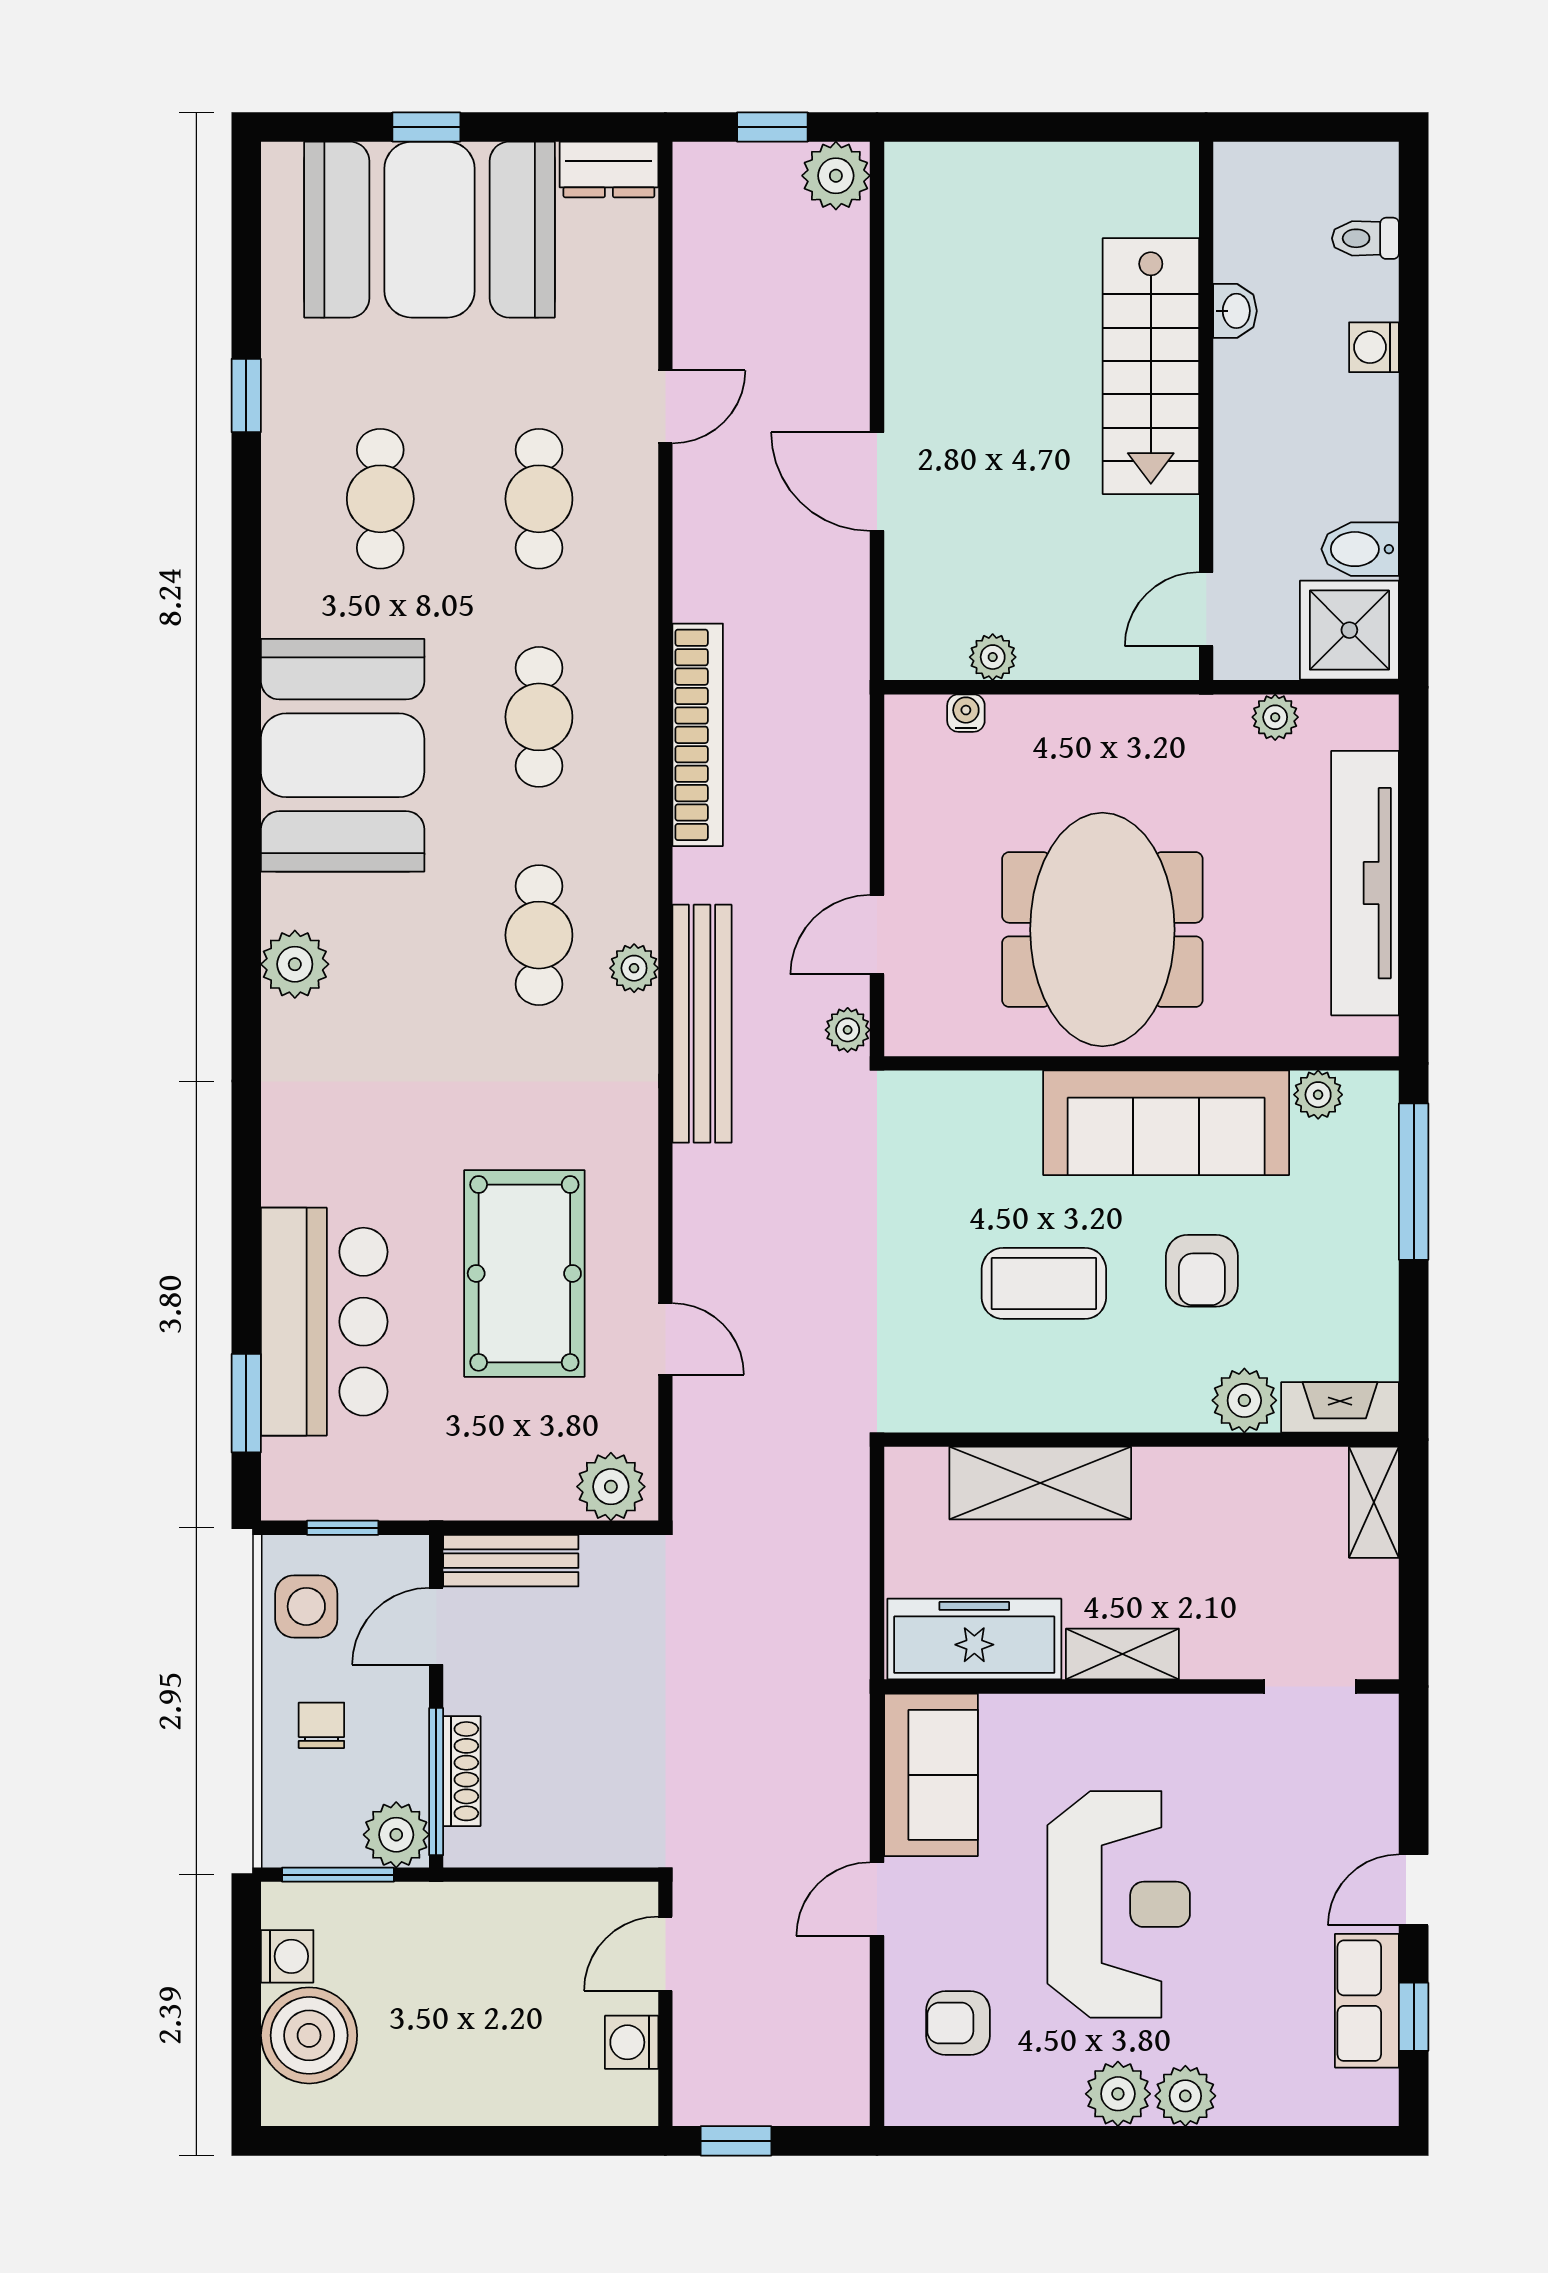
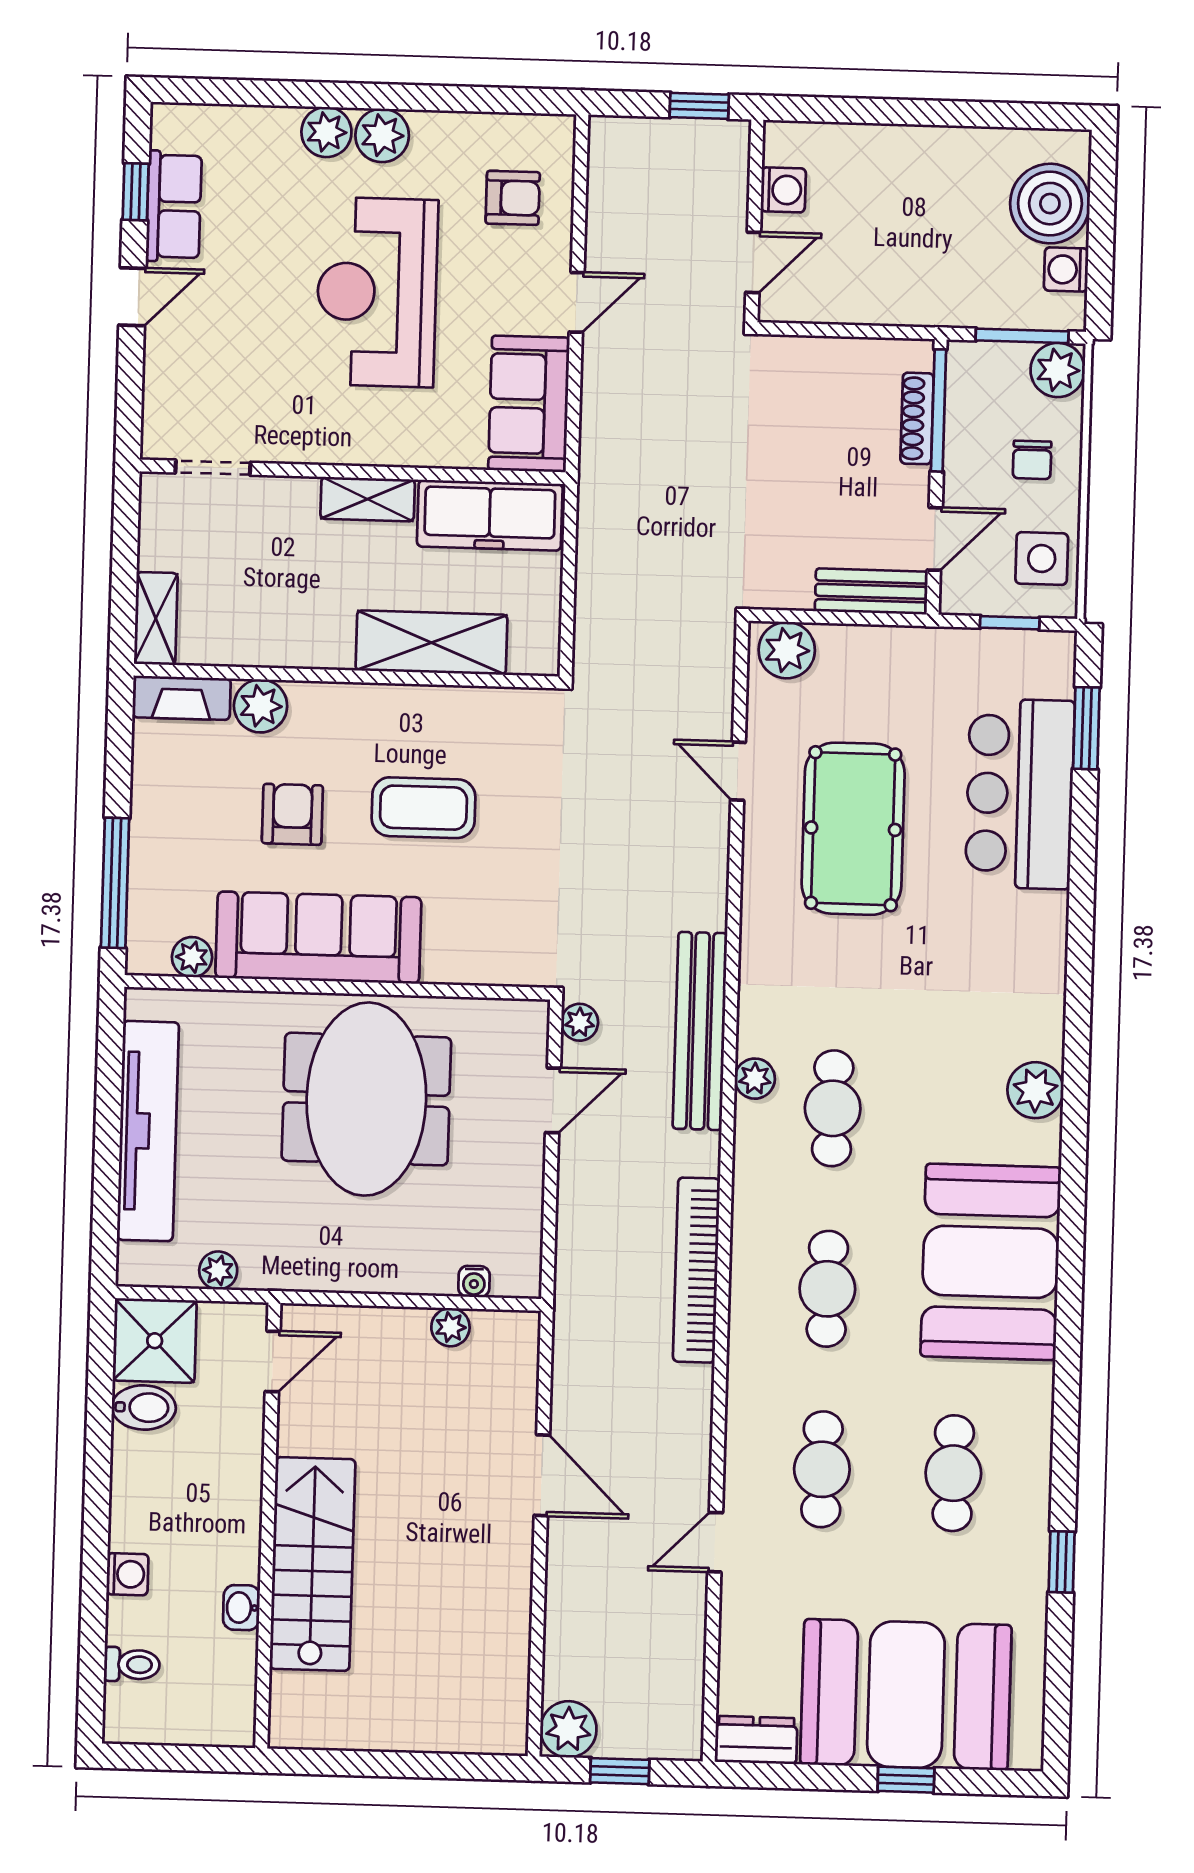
plant: (396, 1835) -> (1058, 370), moved

